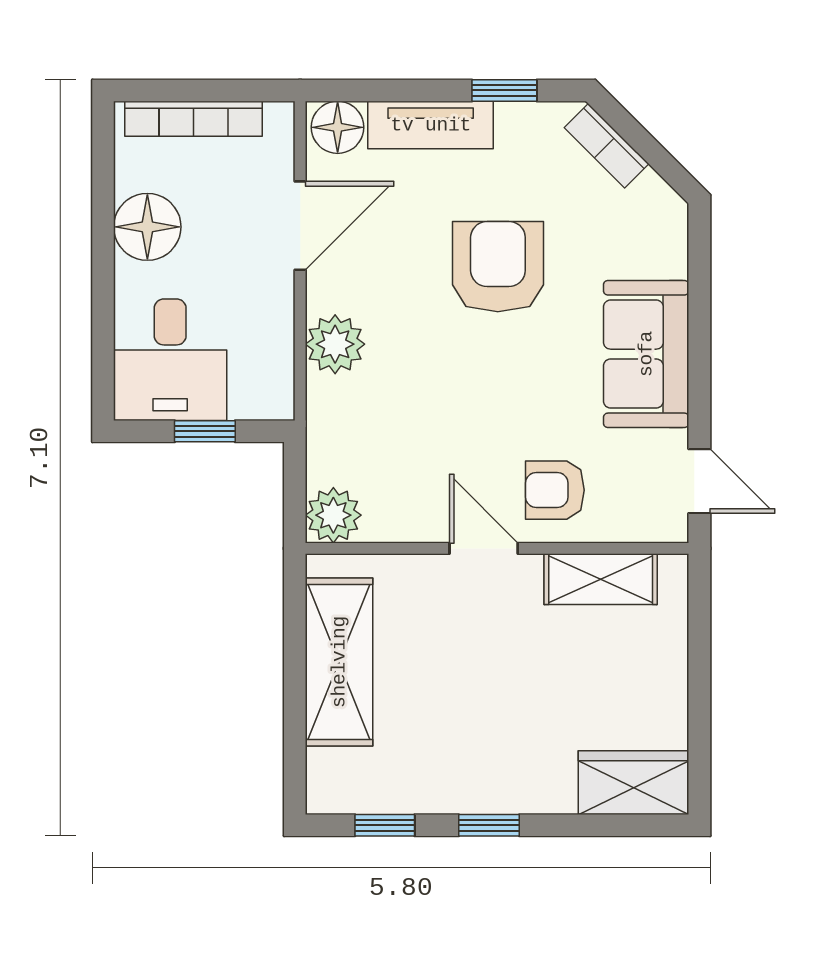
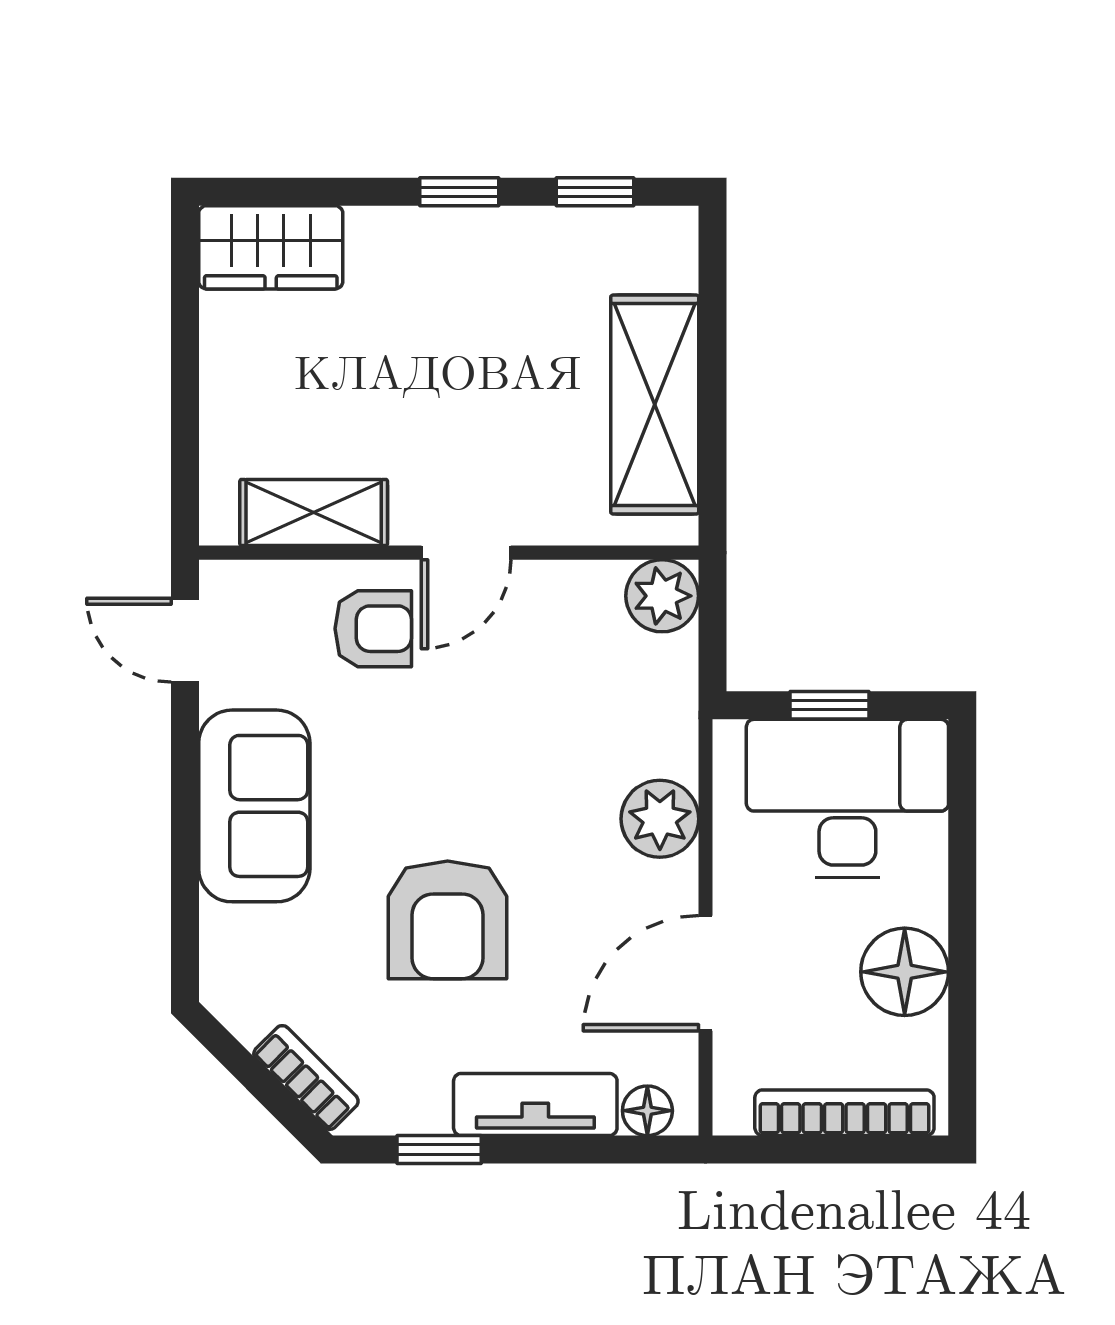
floor lamp: (338, 127) -> (647, 1111), width x0.73, depth x0.73
desk: (170, 360) -> (847, 799), width x1.37
door: (484, 548) -> (466, 553), hinge flipped

